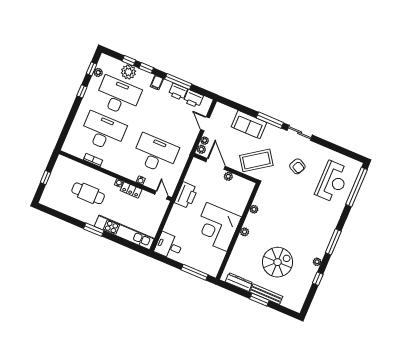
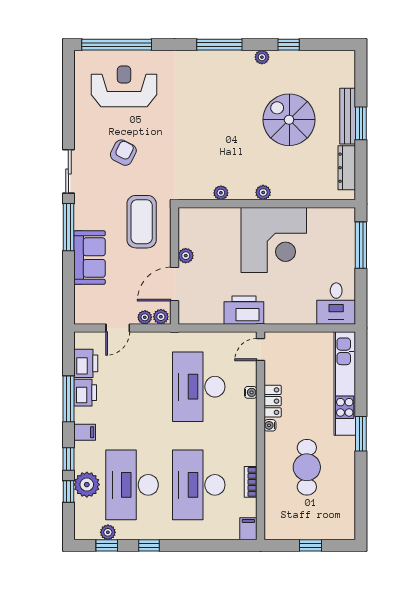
filing cabinet: (68, 148) -> (248, 529), added
coffee table: (256, 160) -> (142, 222), turned 35

